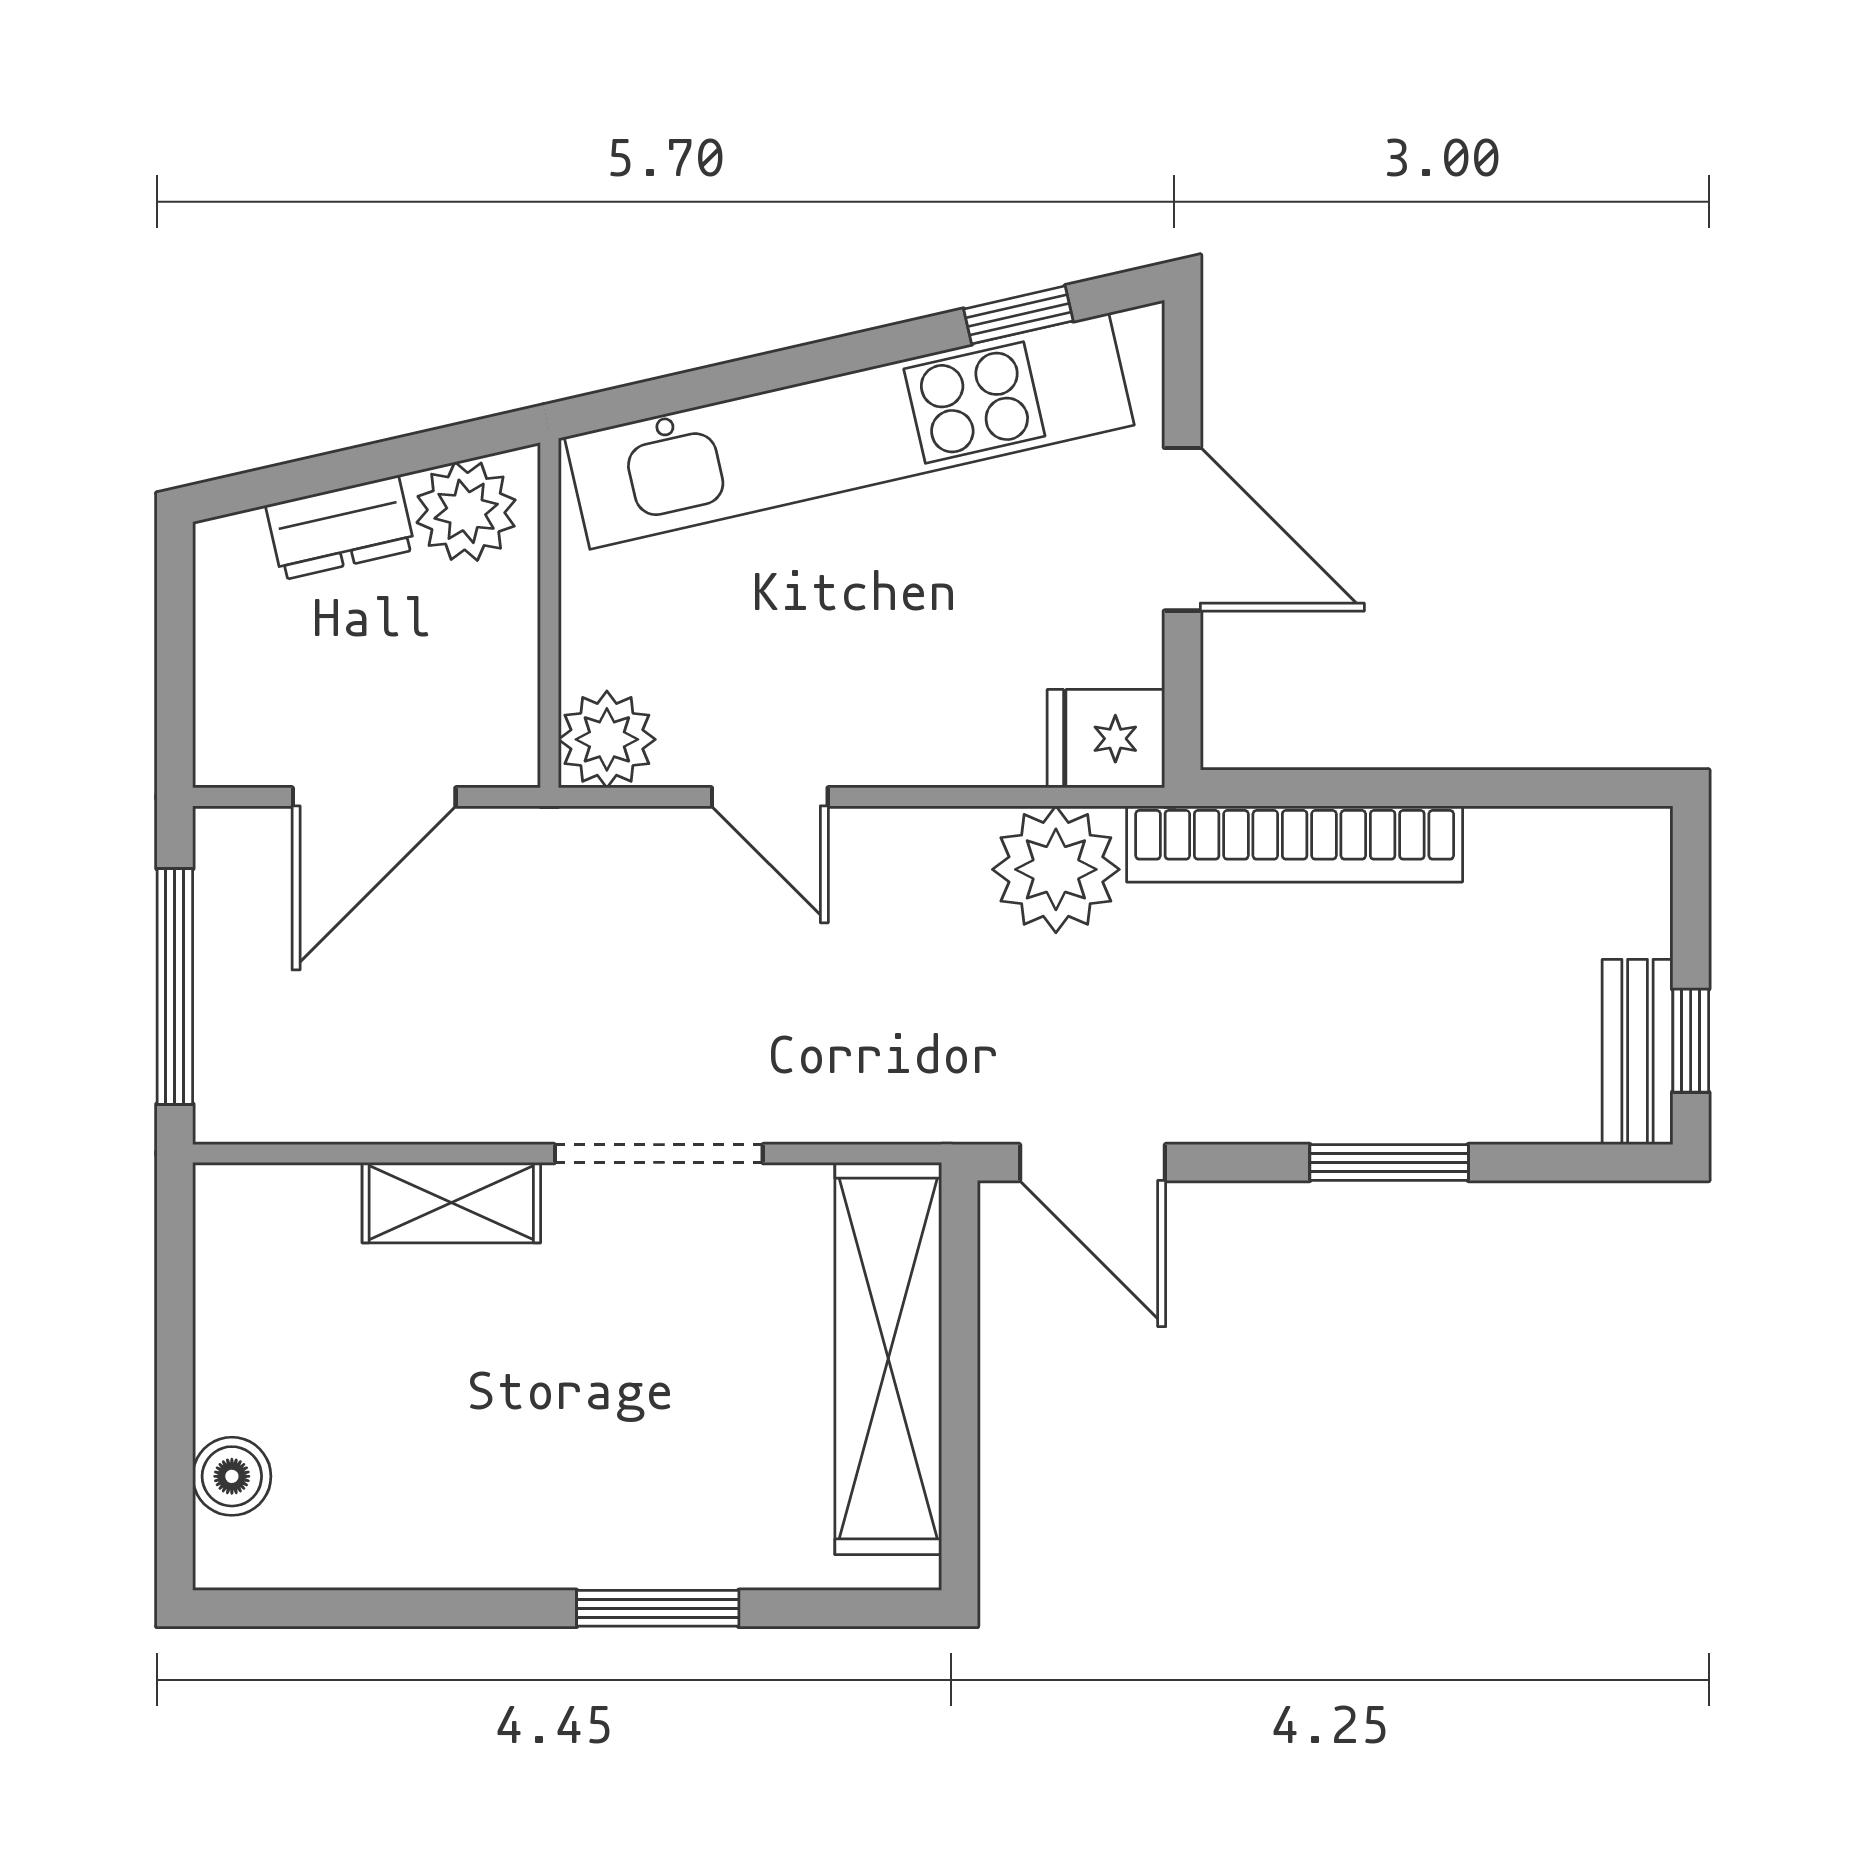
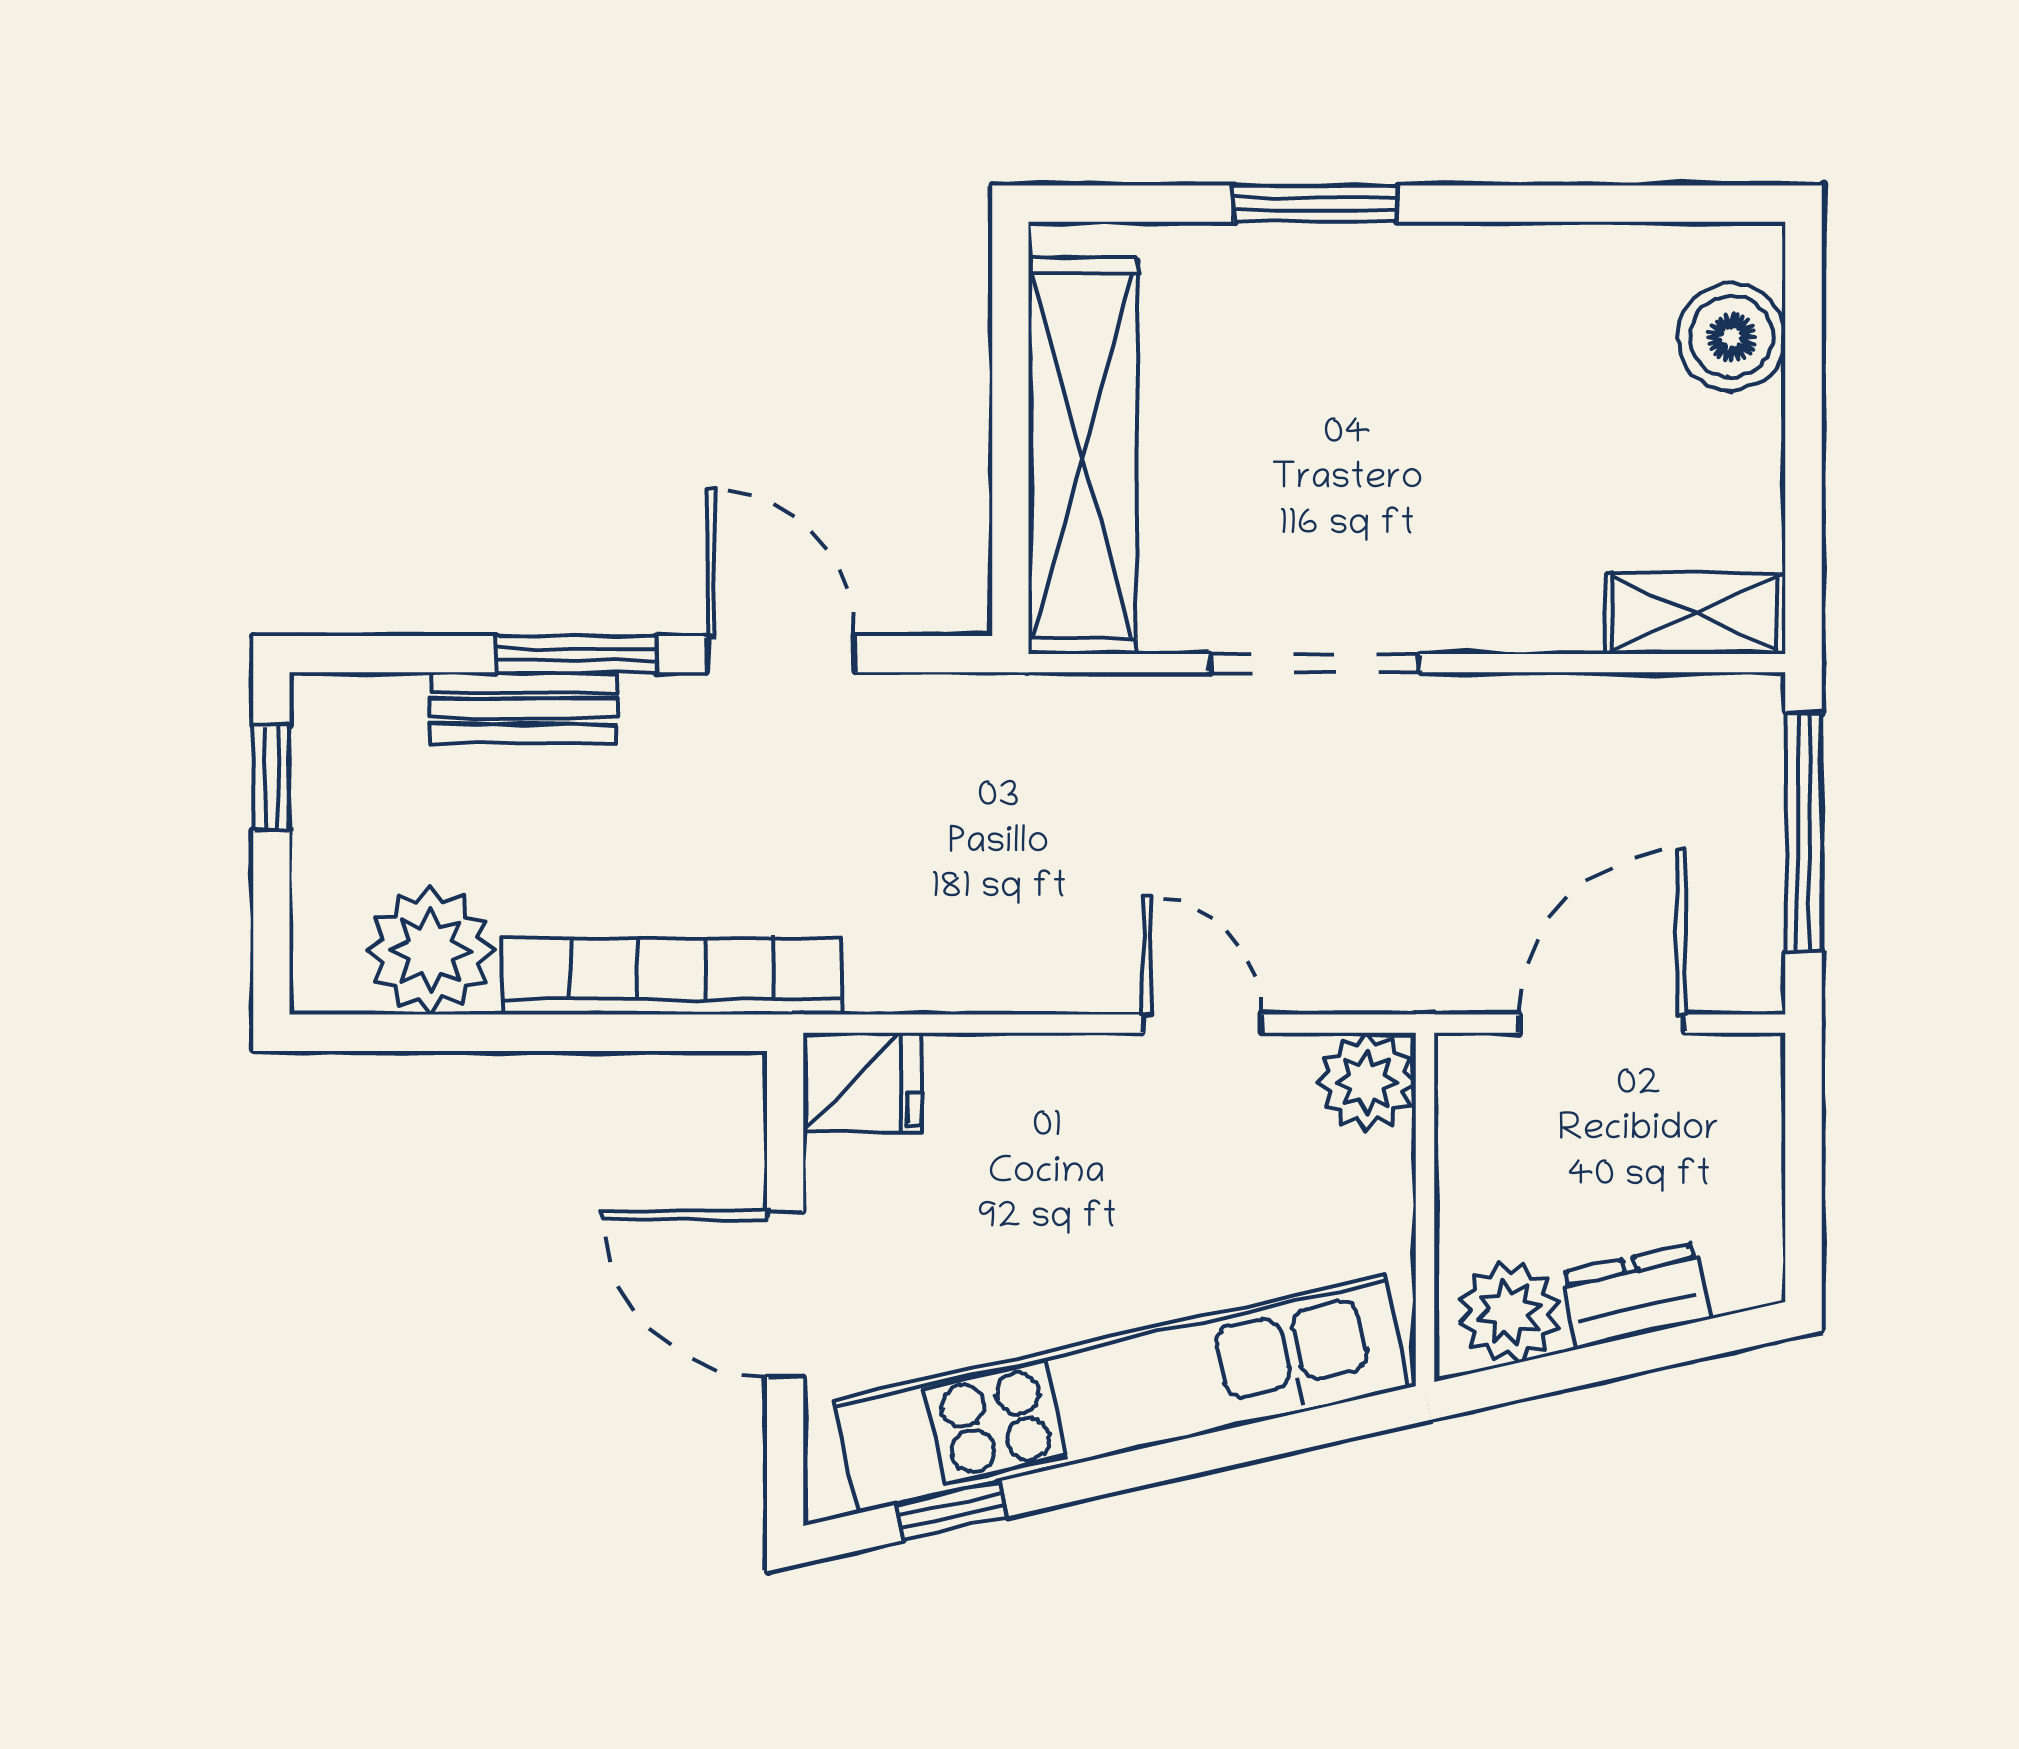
plant: (1056, 869) -> (430, 950), moved
bench: (1638, 1052) -> (524, 708), moved, turned 90
door: (1093, 1162) -> (781, 654), moved
shelving: (451, 1203) -> (1695, 614), moved
boiler: (232, 1476) -> (1732, 337), width x1.36, depth x1.36

